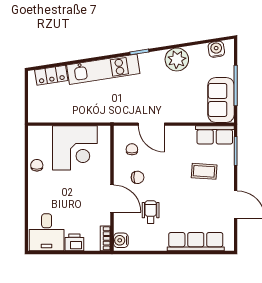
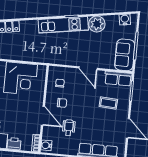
kitchen unit: (103, 69) -> (63, 25), moved
door: (151, 124) -> (88, 68), moved

